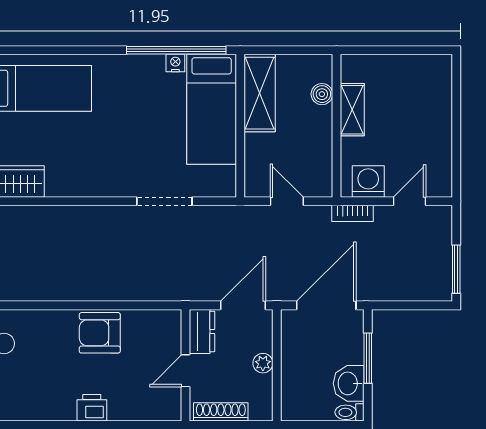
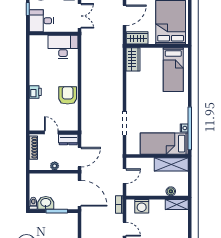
shelving: (352, 110) -> (177, 204), moved
washing machine: (368, 181) -> (142, 206), moved, turned 90
door: (243, 305) -> (80, 157), hinge flipped

